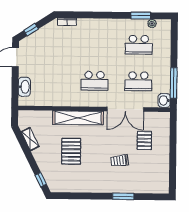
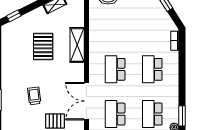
school desk: (95, 44) -> (152, 69), added
shelving: (78, 118) -> (77, 45), width x0.68
pallet: (71, 151) -> (43, 47), turned 90

